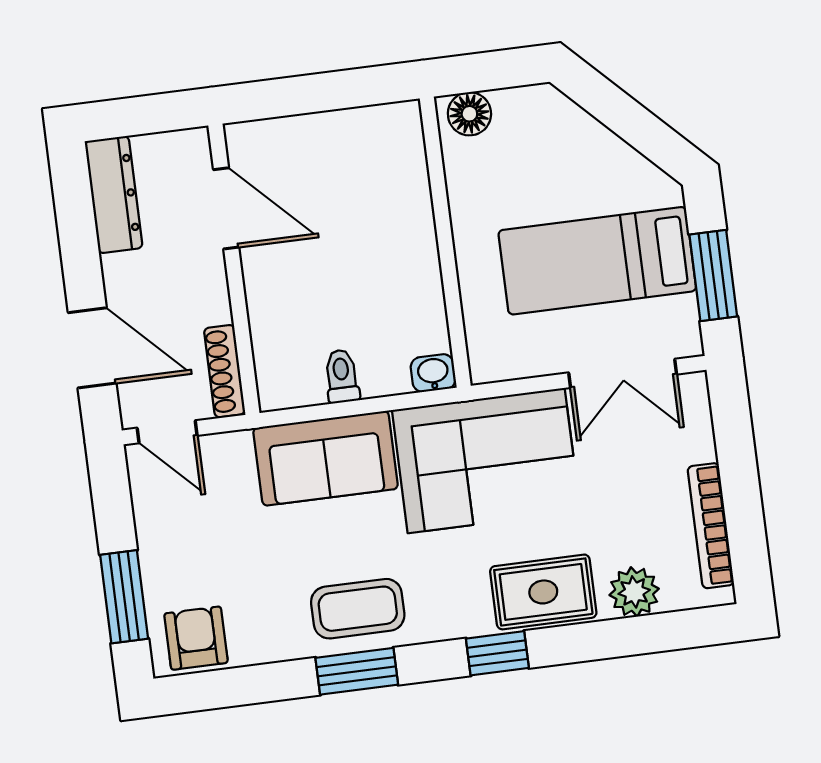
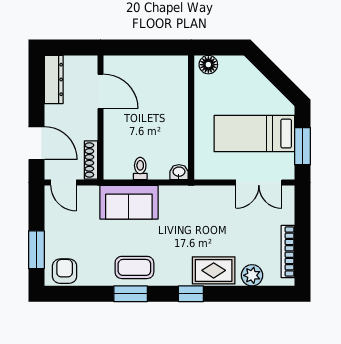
corner sofa: (486, 461) -> (197, 212), removed

